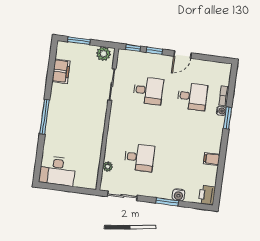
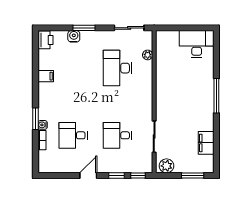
desk: (139, 158) -> (117, 68), width x1.37

